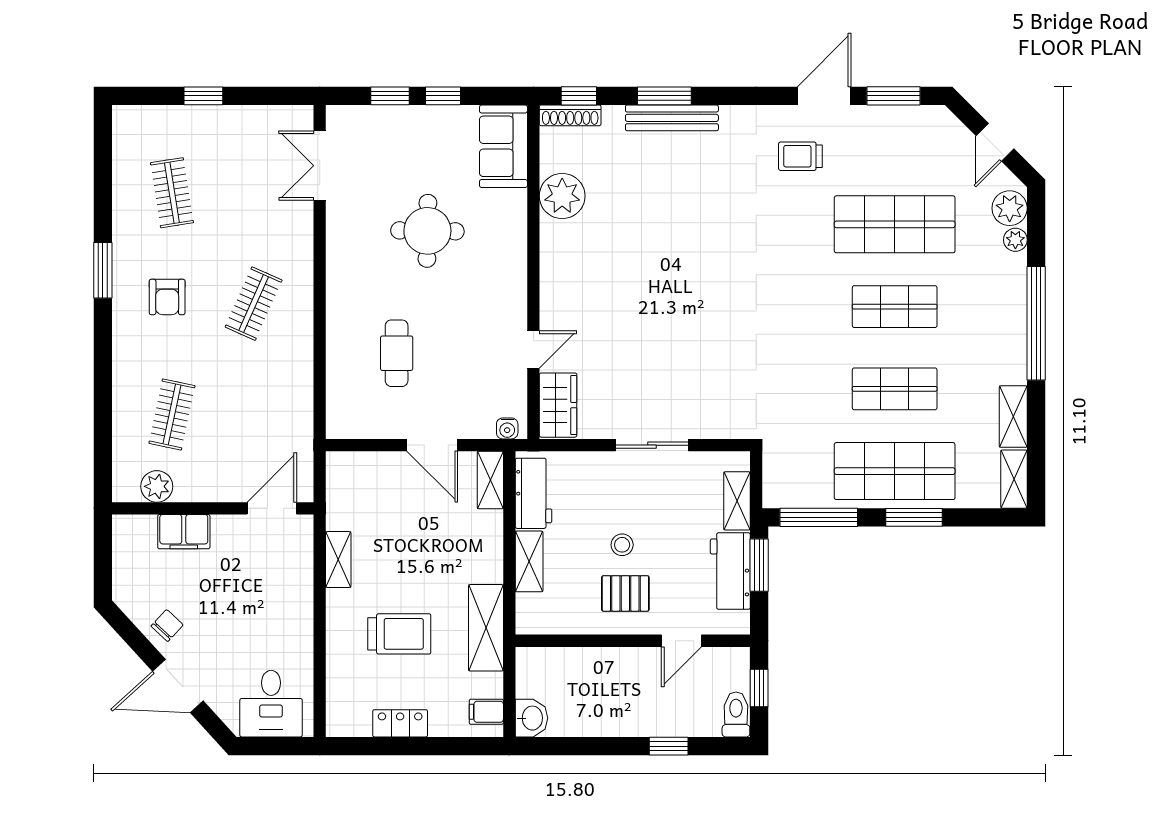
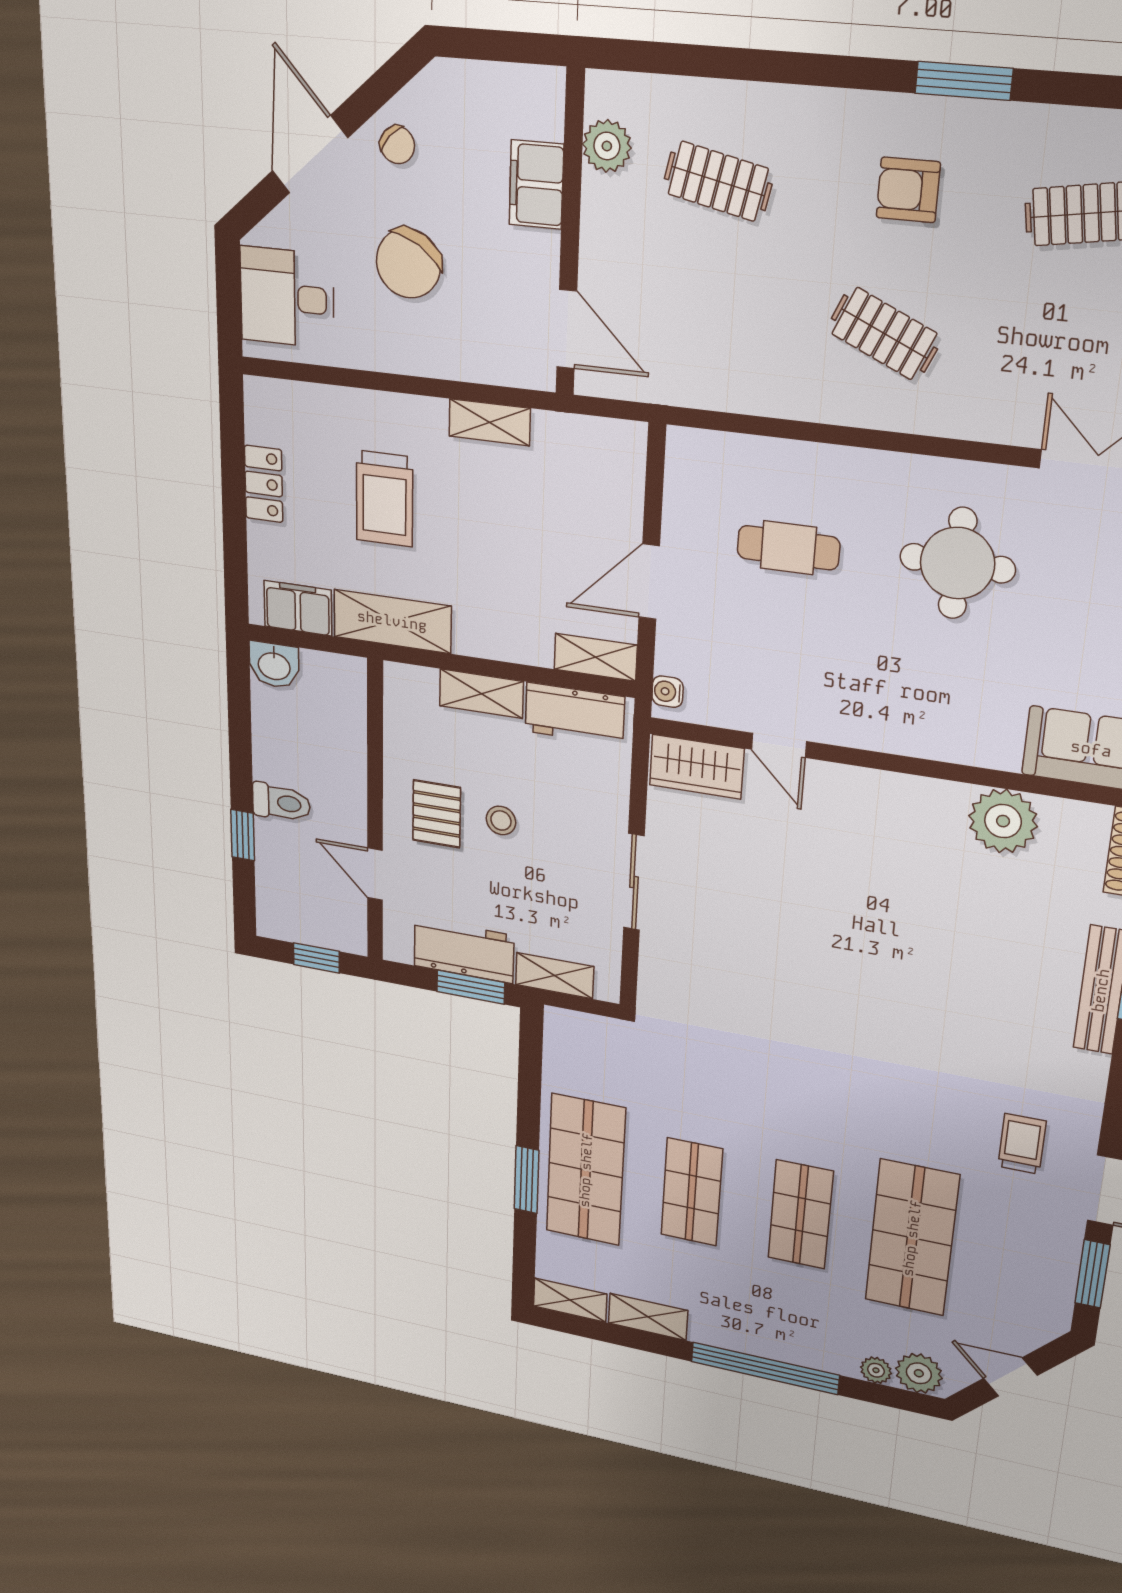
round table: (427, 231) -> (958, 563), moved
window: (819, 517) -> (530, 1070), removed
chair: (241, 617) -> (408, 263), added
filing cabinet: (486, 712) -> (298, 608), width x2.00
toilet: (736, 714) -> (281, 803), moved

